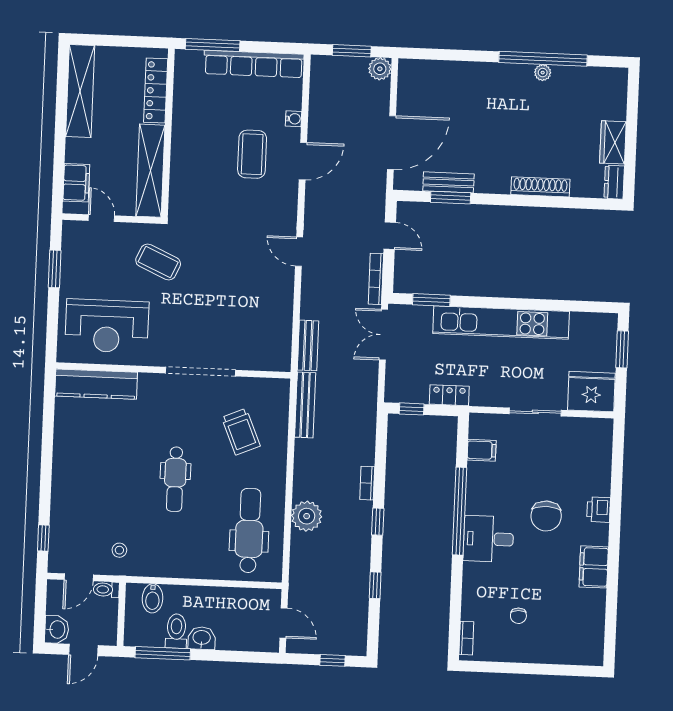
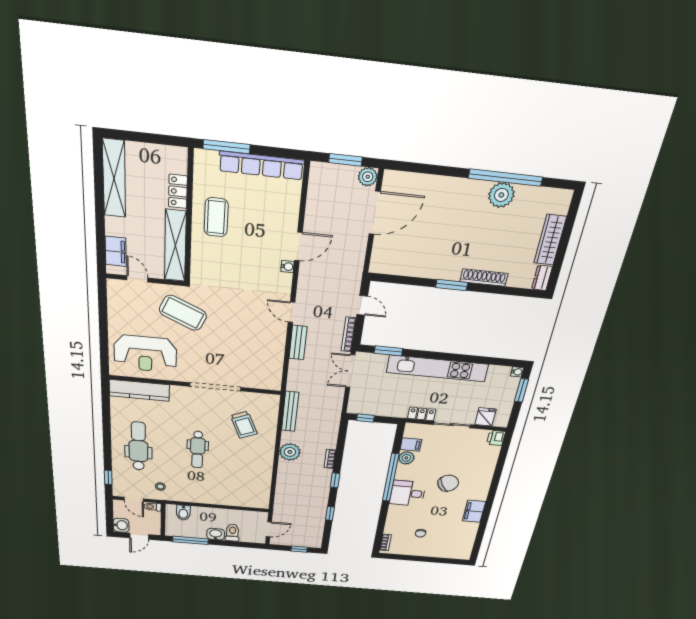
plant: (543, 73) -> (501, 195), width x1.88, depth x1.88
locker: (156, 91) -> (178, 191), width x0.66
water cooler: (294, 119) -> (287, 267), moved
wardrobe: (613, 142) -> (550, 240), width x1.50
door: (391, 143) -> (375, 213), moved
coffee table: (252, 154) -> (216, 217), moved
bench: (448, 182) -> (413, 270), removed
window: (451, 198) -> (452, 285), moved
coffee table: (158, 262) -> (183, 313), width x1.36, depth x1.32
window: (55, 269) -> (103, 313), removed
water cooler: (610, 321) -> (517, 372), added
bench: (308, 345) -> (298, 343), moved
fridge: (591, 392) -> (485, 417), width x0.53, depth x0.75
locker: (449, 395) -> (422, 414), moved
plant: (478, 474) -> (406, 458), added
printer: (599, 510) -> (496, 438), moved
plant: (307, 516) -> (290, 452), moved
chair: (546, 516) -> (448, 483), turned -120
dental chair: (249, 531) -> (138, 446), moved
door: (79, 577) -> (134, 499), hinge flipped
door: (283, 623) -> (269, 529), hinge flipped
toilet: (176, 631) -> (232, 533), moved

